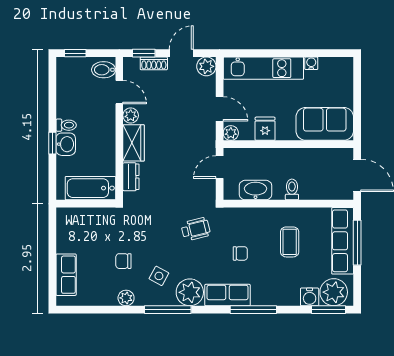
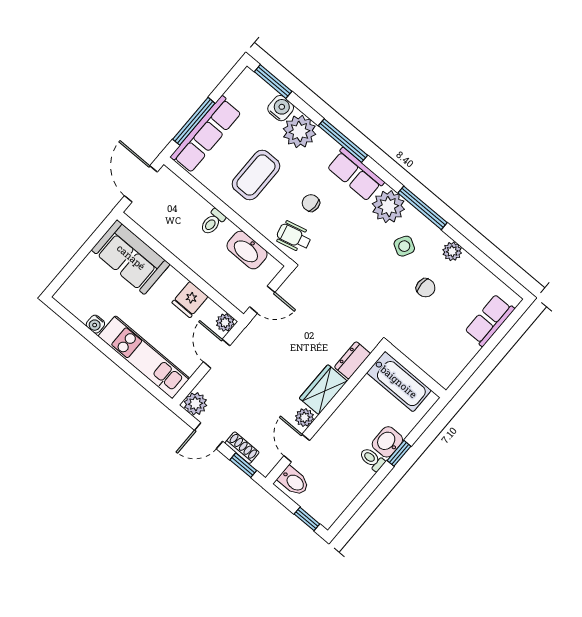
wheelchair: (196, 229) -> (294, 237), moved
coffee table: (290, 242) -> (256, 175), width x1.36, depth x1.30
plant: (334, 292) -> (299, 132), moved

